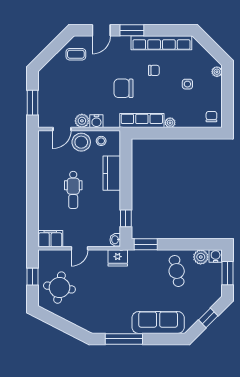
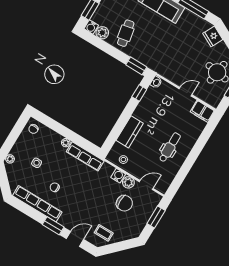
chair: (123, 88) -> (124, 203), moved
stool: (81, 142) -> (138, 167), removed
dental chair: (73, 190) -> (170, 147), moved
fridge: (118, 258) -> (213, 36), moved, turned -153

